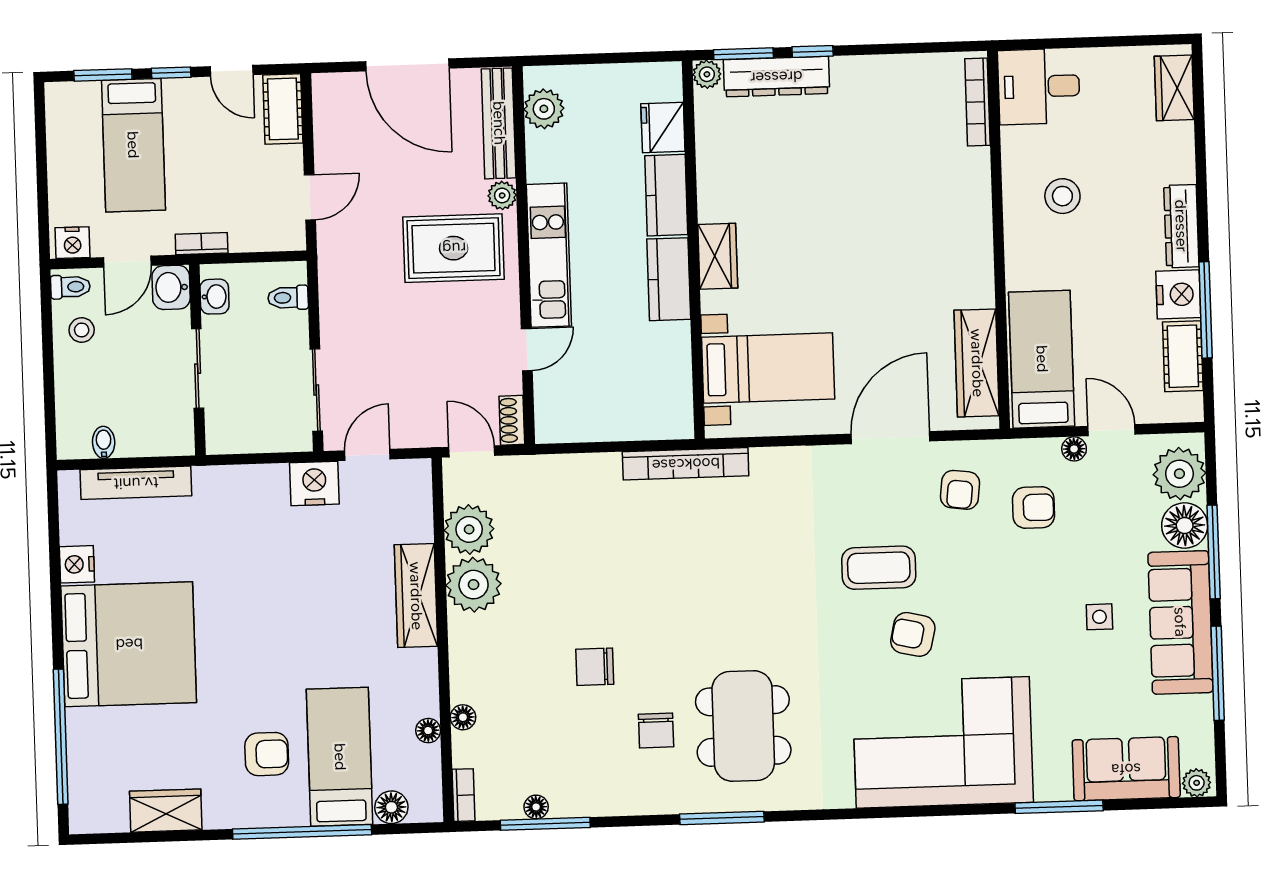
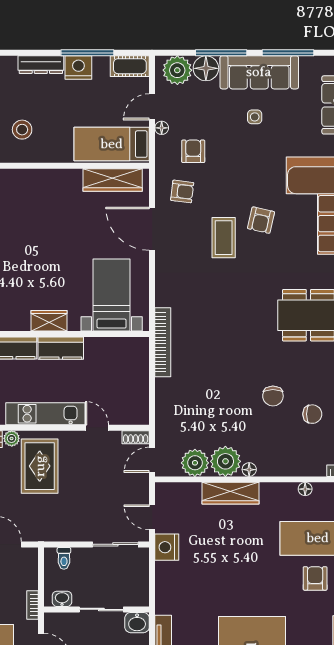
washbasin: (171, 287) -> (137, 623), moved
cot: (1183, 356) -> (130, 66), moved
floor lamp: (463, 717) -> (249, 470), moved
chair: (656, 731) -> (312, 414), moved

